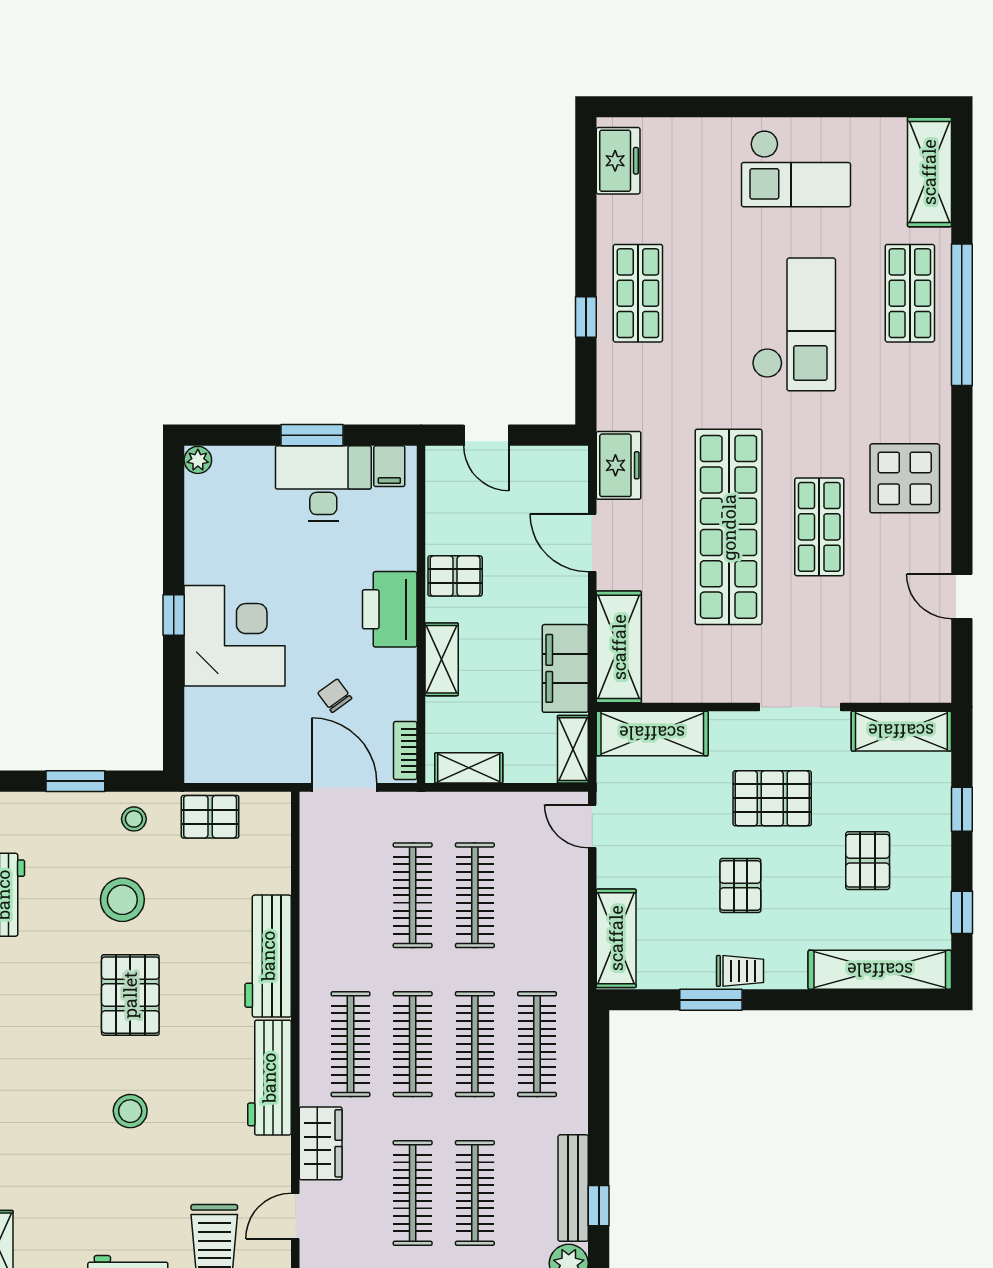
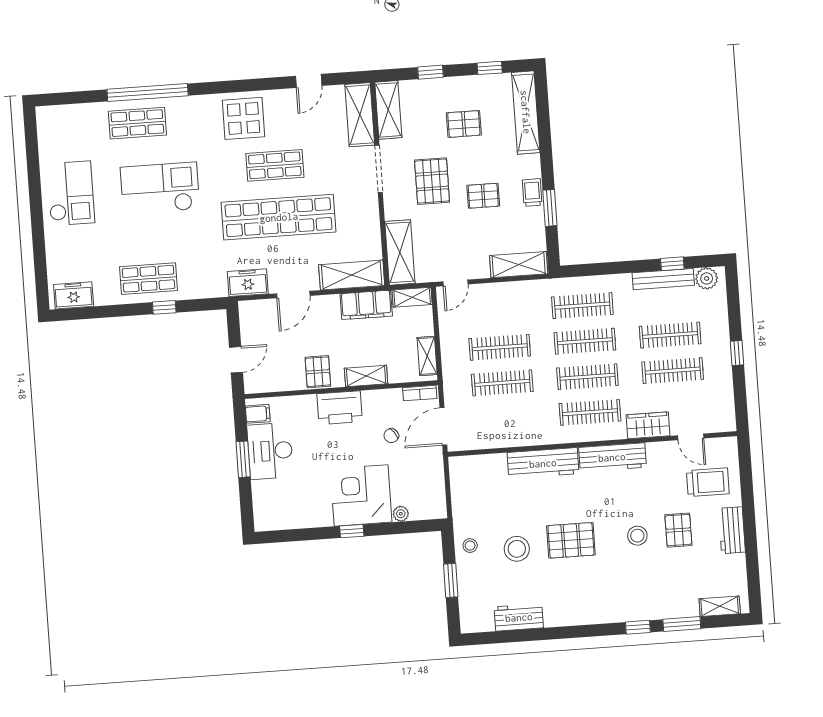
shelving: (929, 172) -> (360, 115), moved, turned 90
plant: (198, 460) -> (401, 514), moved
pallet: (210, 817) -> (678, 530), moved

